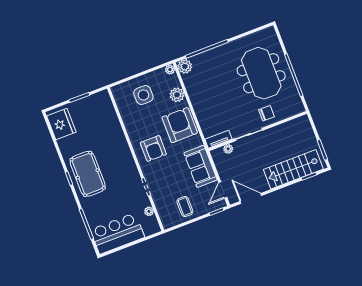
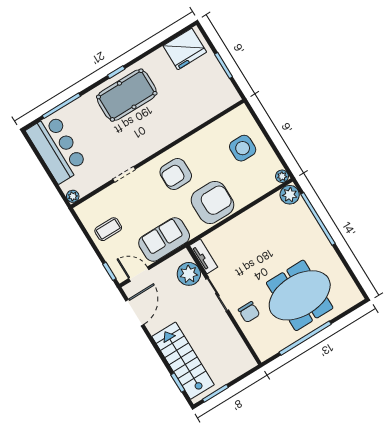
plant: (177, 95) -> (251, 192), removed
plant: (228, 149) -> (189, 274), width x1.88, depth x1.88
plant: (149, 211) -> (73, 196), moved

